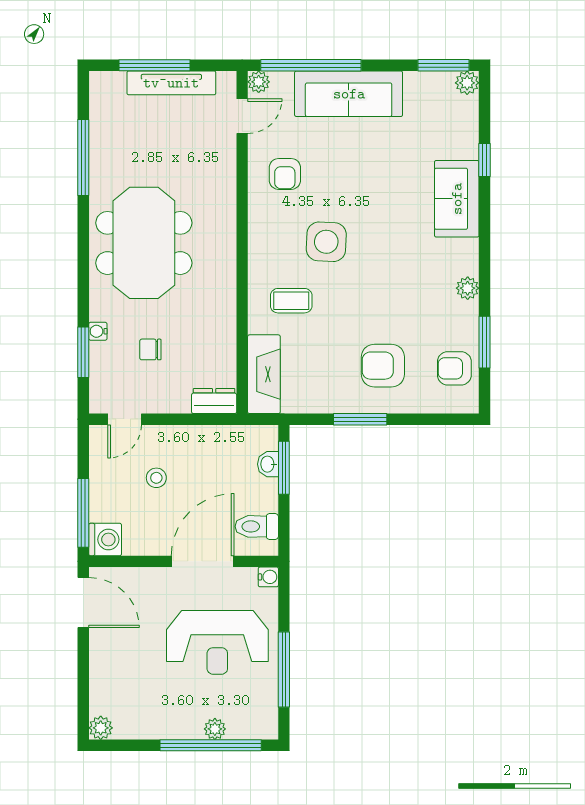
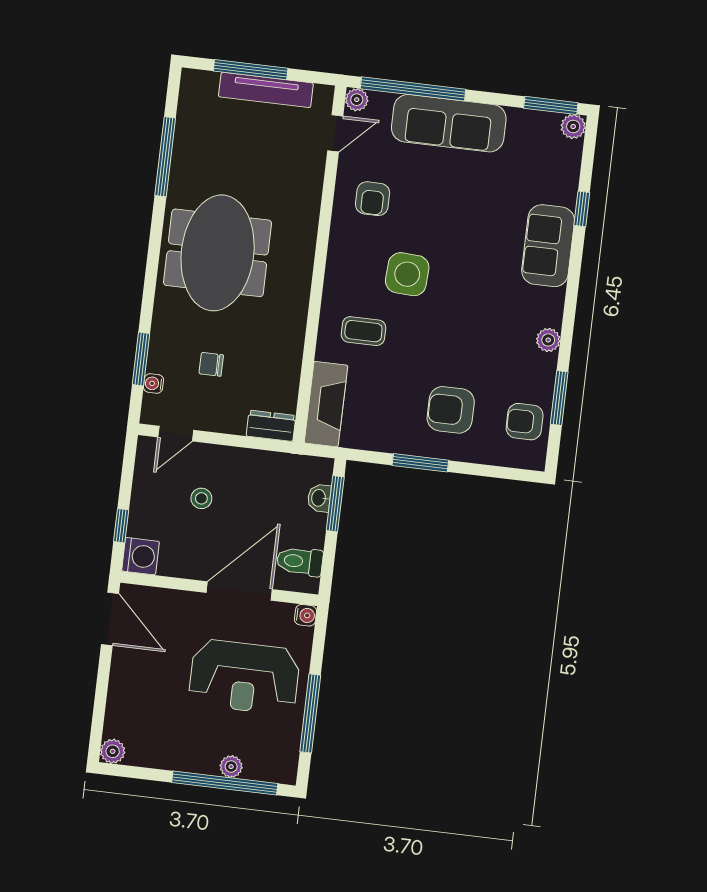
water cooler: (98, 331) -> (154, 384), moved
window: (83, 513) -> (121, 526), width x0.46

